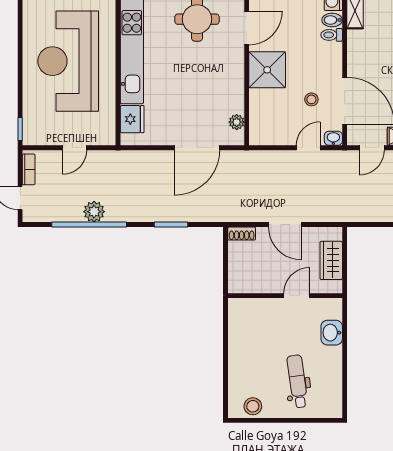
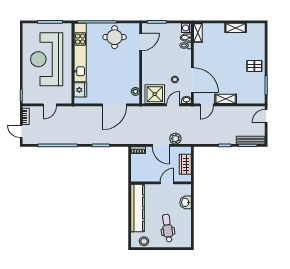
shower: (267, 70) -> (155, 94), moved
plant: (94, 212) -> (175, 139), moved
kitchen counter: (241, 343) -> (137, 208), added

